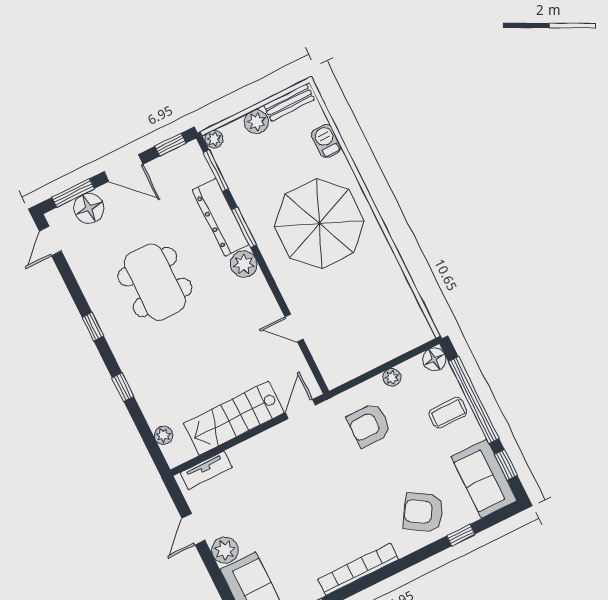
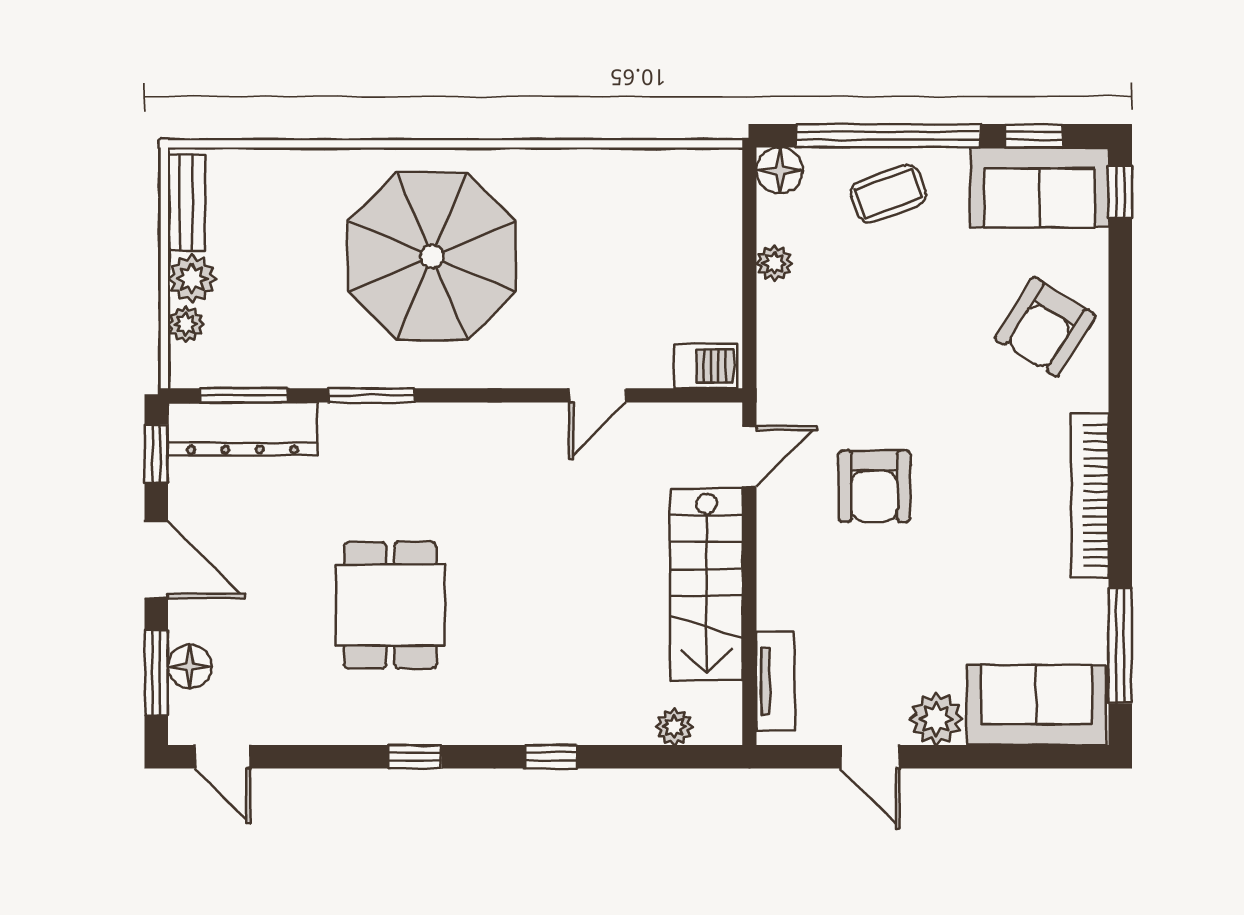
plant: (214, 139) -> (186, 324), moved
barbecue: (326, 141) -> (706, 366), moved, turned 180
door: (123, 168) -> (156, 560), hinge flipped
floor lamp: (89, 208) -> (190, 666), width x0.73, depth x0.73
dresser: (220, 217) -> (243, 429), moved
plant: (244, 264) -> (437, 429), removed
dining table: (155, 282) -> (390, 605), width x0.73
door: (300, 409) -> (749, 456), swing flipped
coffee table: (448, 413) -> (888, 193), turned 70
armchair: (369, 425) -> (874, 486), moved
window: (461, 535) -> (1120, 192), moved

